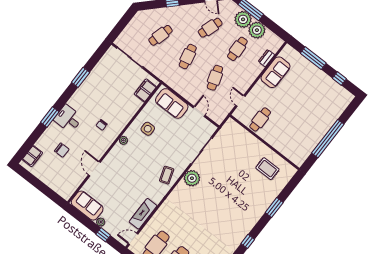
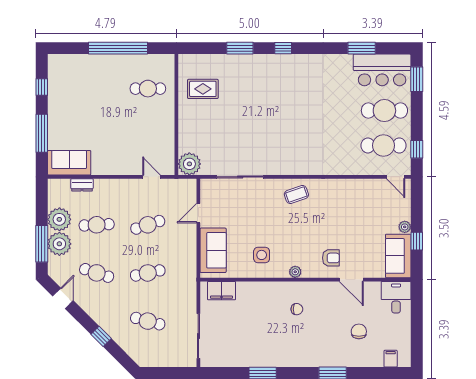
sofa: (275, 72) -> (69, 163), moved
door: (240, 101) -> (151, 177), swing flipped
desk: (68, 119) -> (396, 297), moved, turned 180
cafe table: (260, 119) -> (148, 89), moved
filing cabinet: (32, 156) -> (391, 359), width x0.50
armchair: (116, 167) -> (331, 258), added
door: (94, 169) -> (351, 280), hinge flipped
rug: (267, 169) -> (203, 89), turned 90
plant: (192, 178) -> (189, 164), moved
fireplace: (143, 214) -> (359, 187), removed
window: (103, 235) -> (417, 241), moved
window: (248, 241) -> (283, 48), moved

